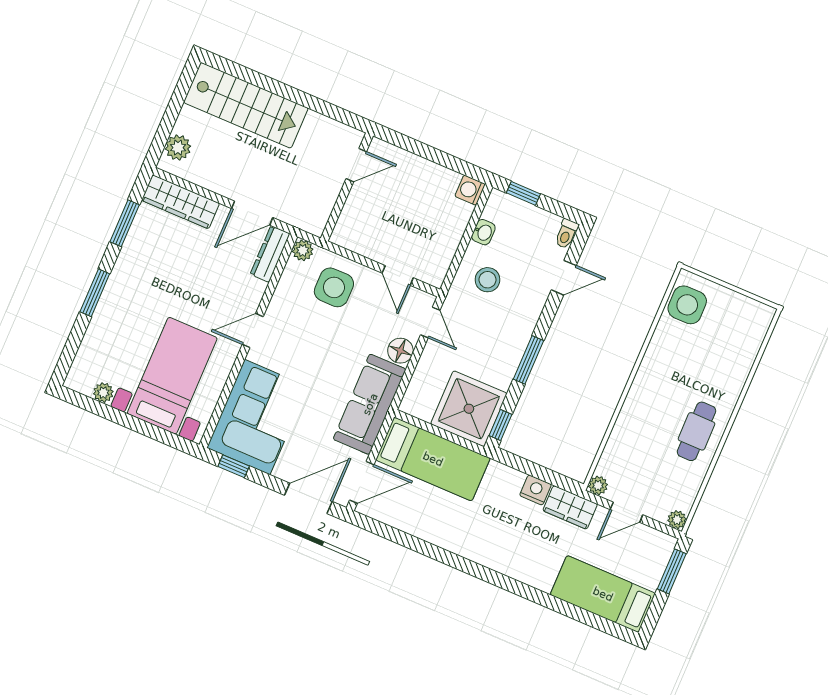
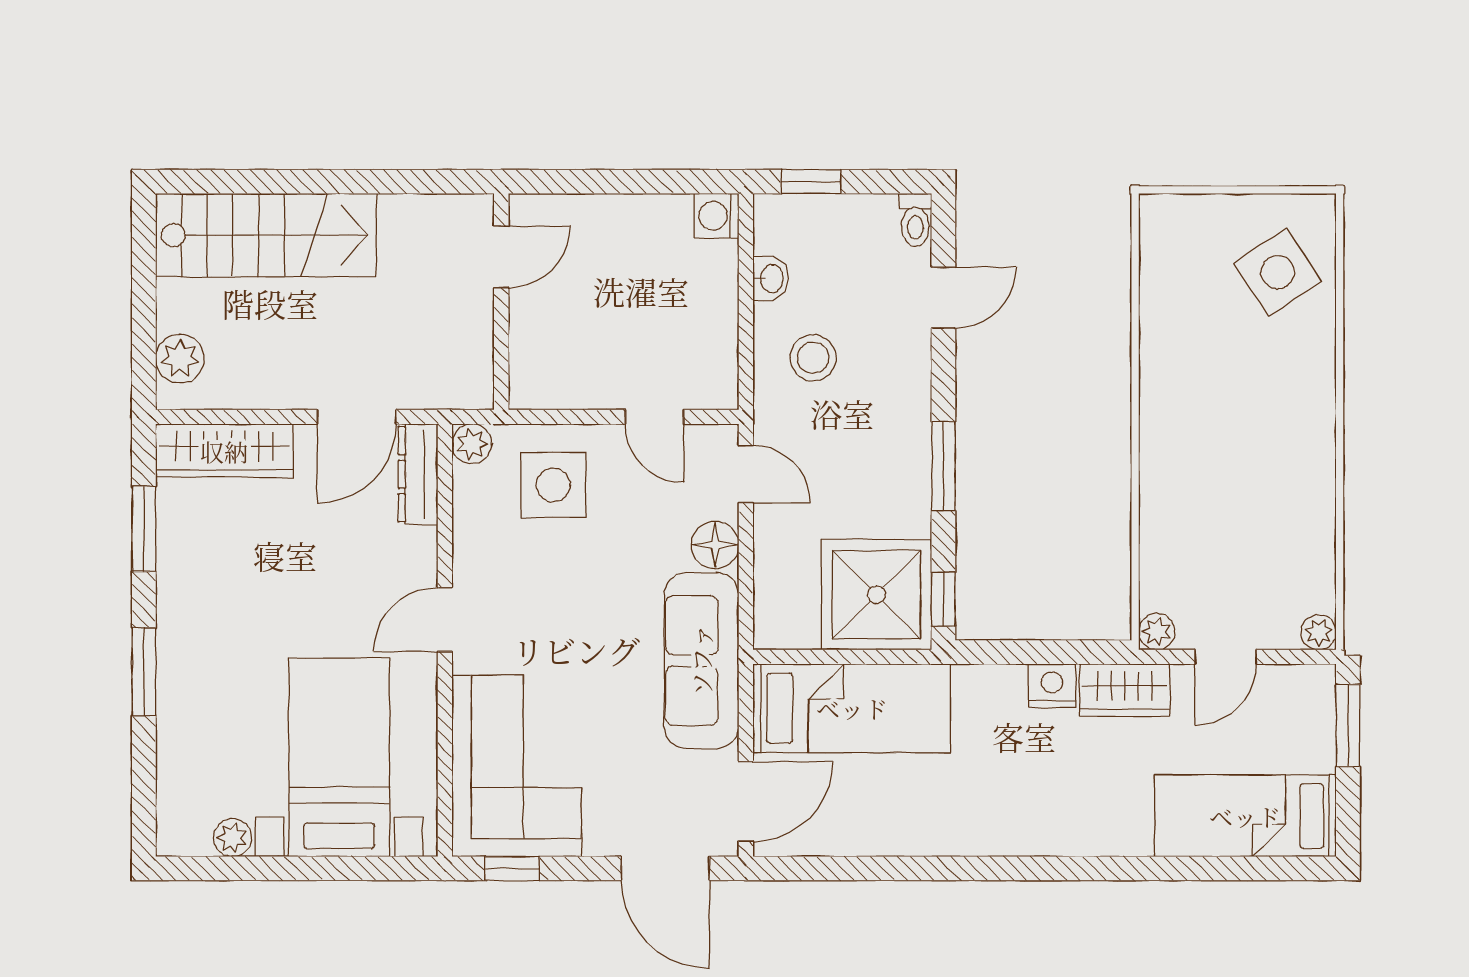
side table: (687, 305) -> (1278, 272), moved, turned -33
cafe table: (696, 431) -> (1287, 465), removed
door: (308, 498) -> (665, 868), swing flipped

